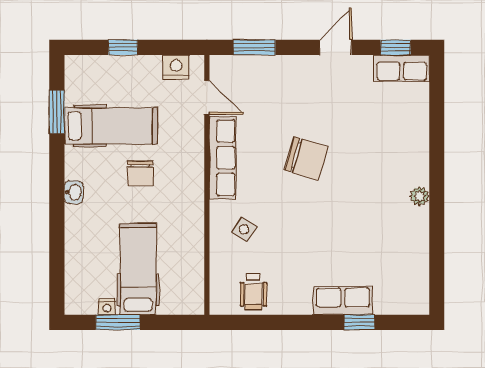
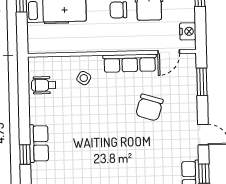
chair: (306, 158) -> (149, 108), moved

